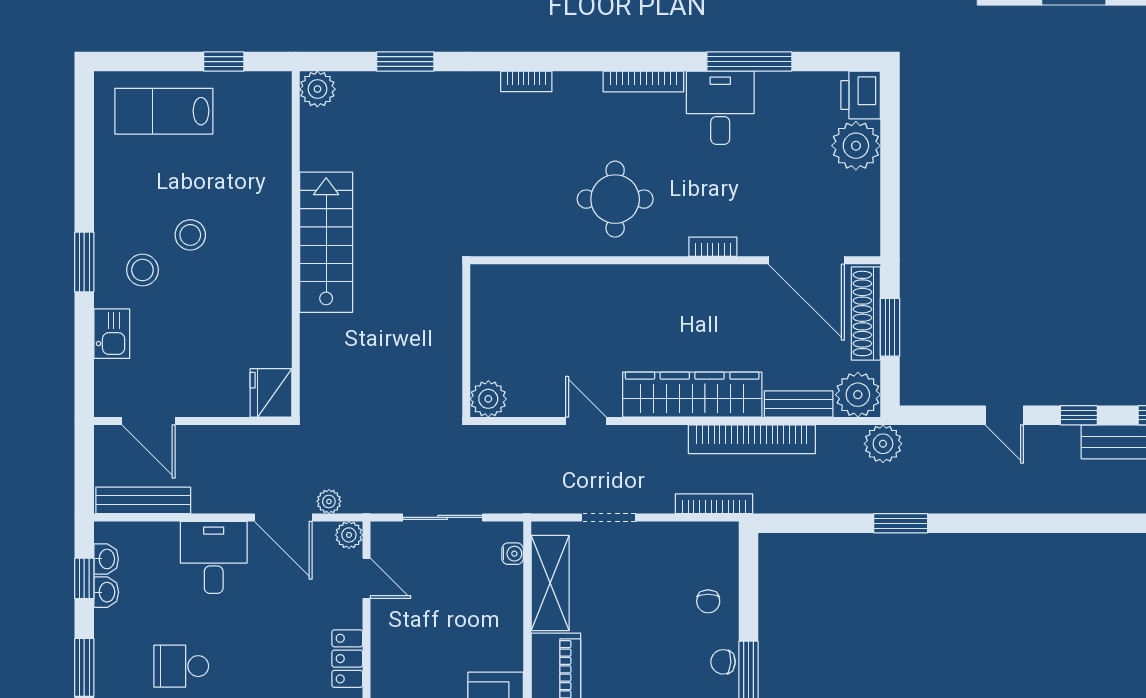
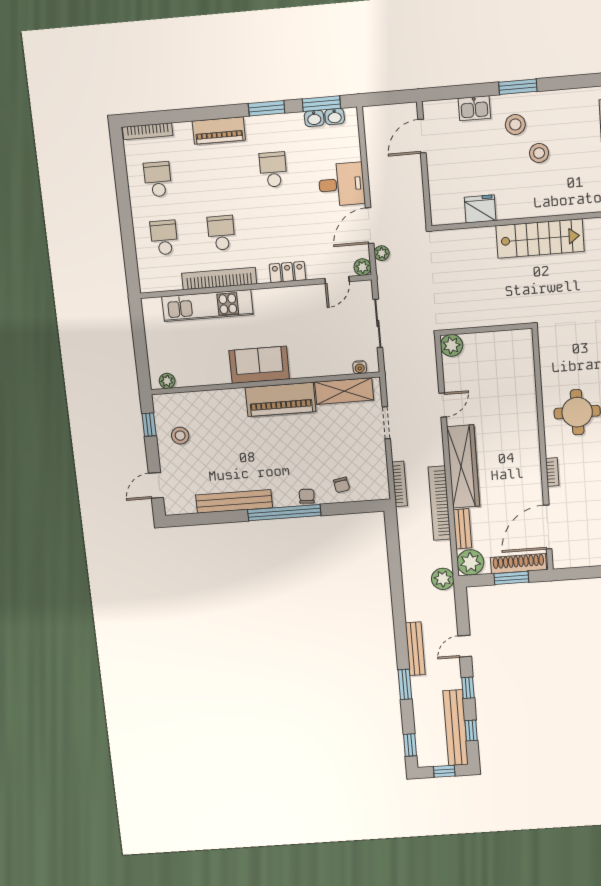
fridge: (271, 393) -> (480, 209), moved
bench: (143, 500) -> (415, 649), moved
window: (901, 523) -> (405, 684), moved
window: (84, 578) -> (321, 104), width x1.50
chair: (708, 601) -> (342, 485), turned -100

